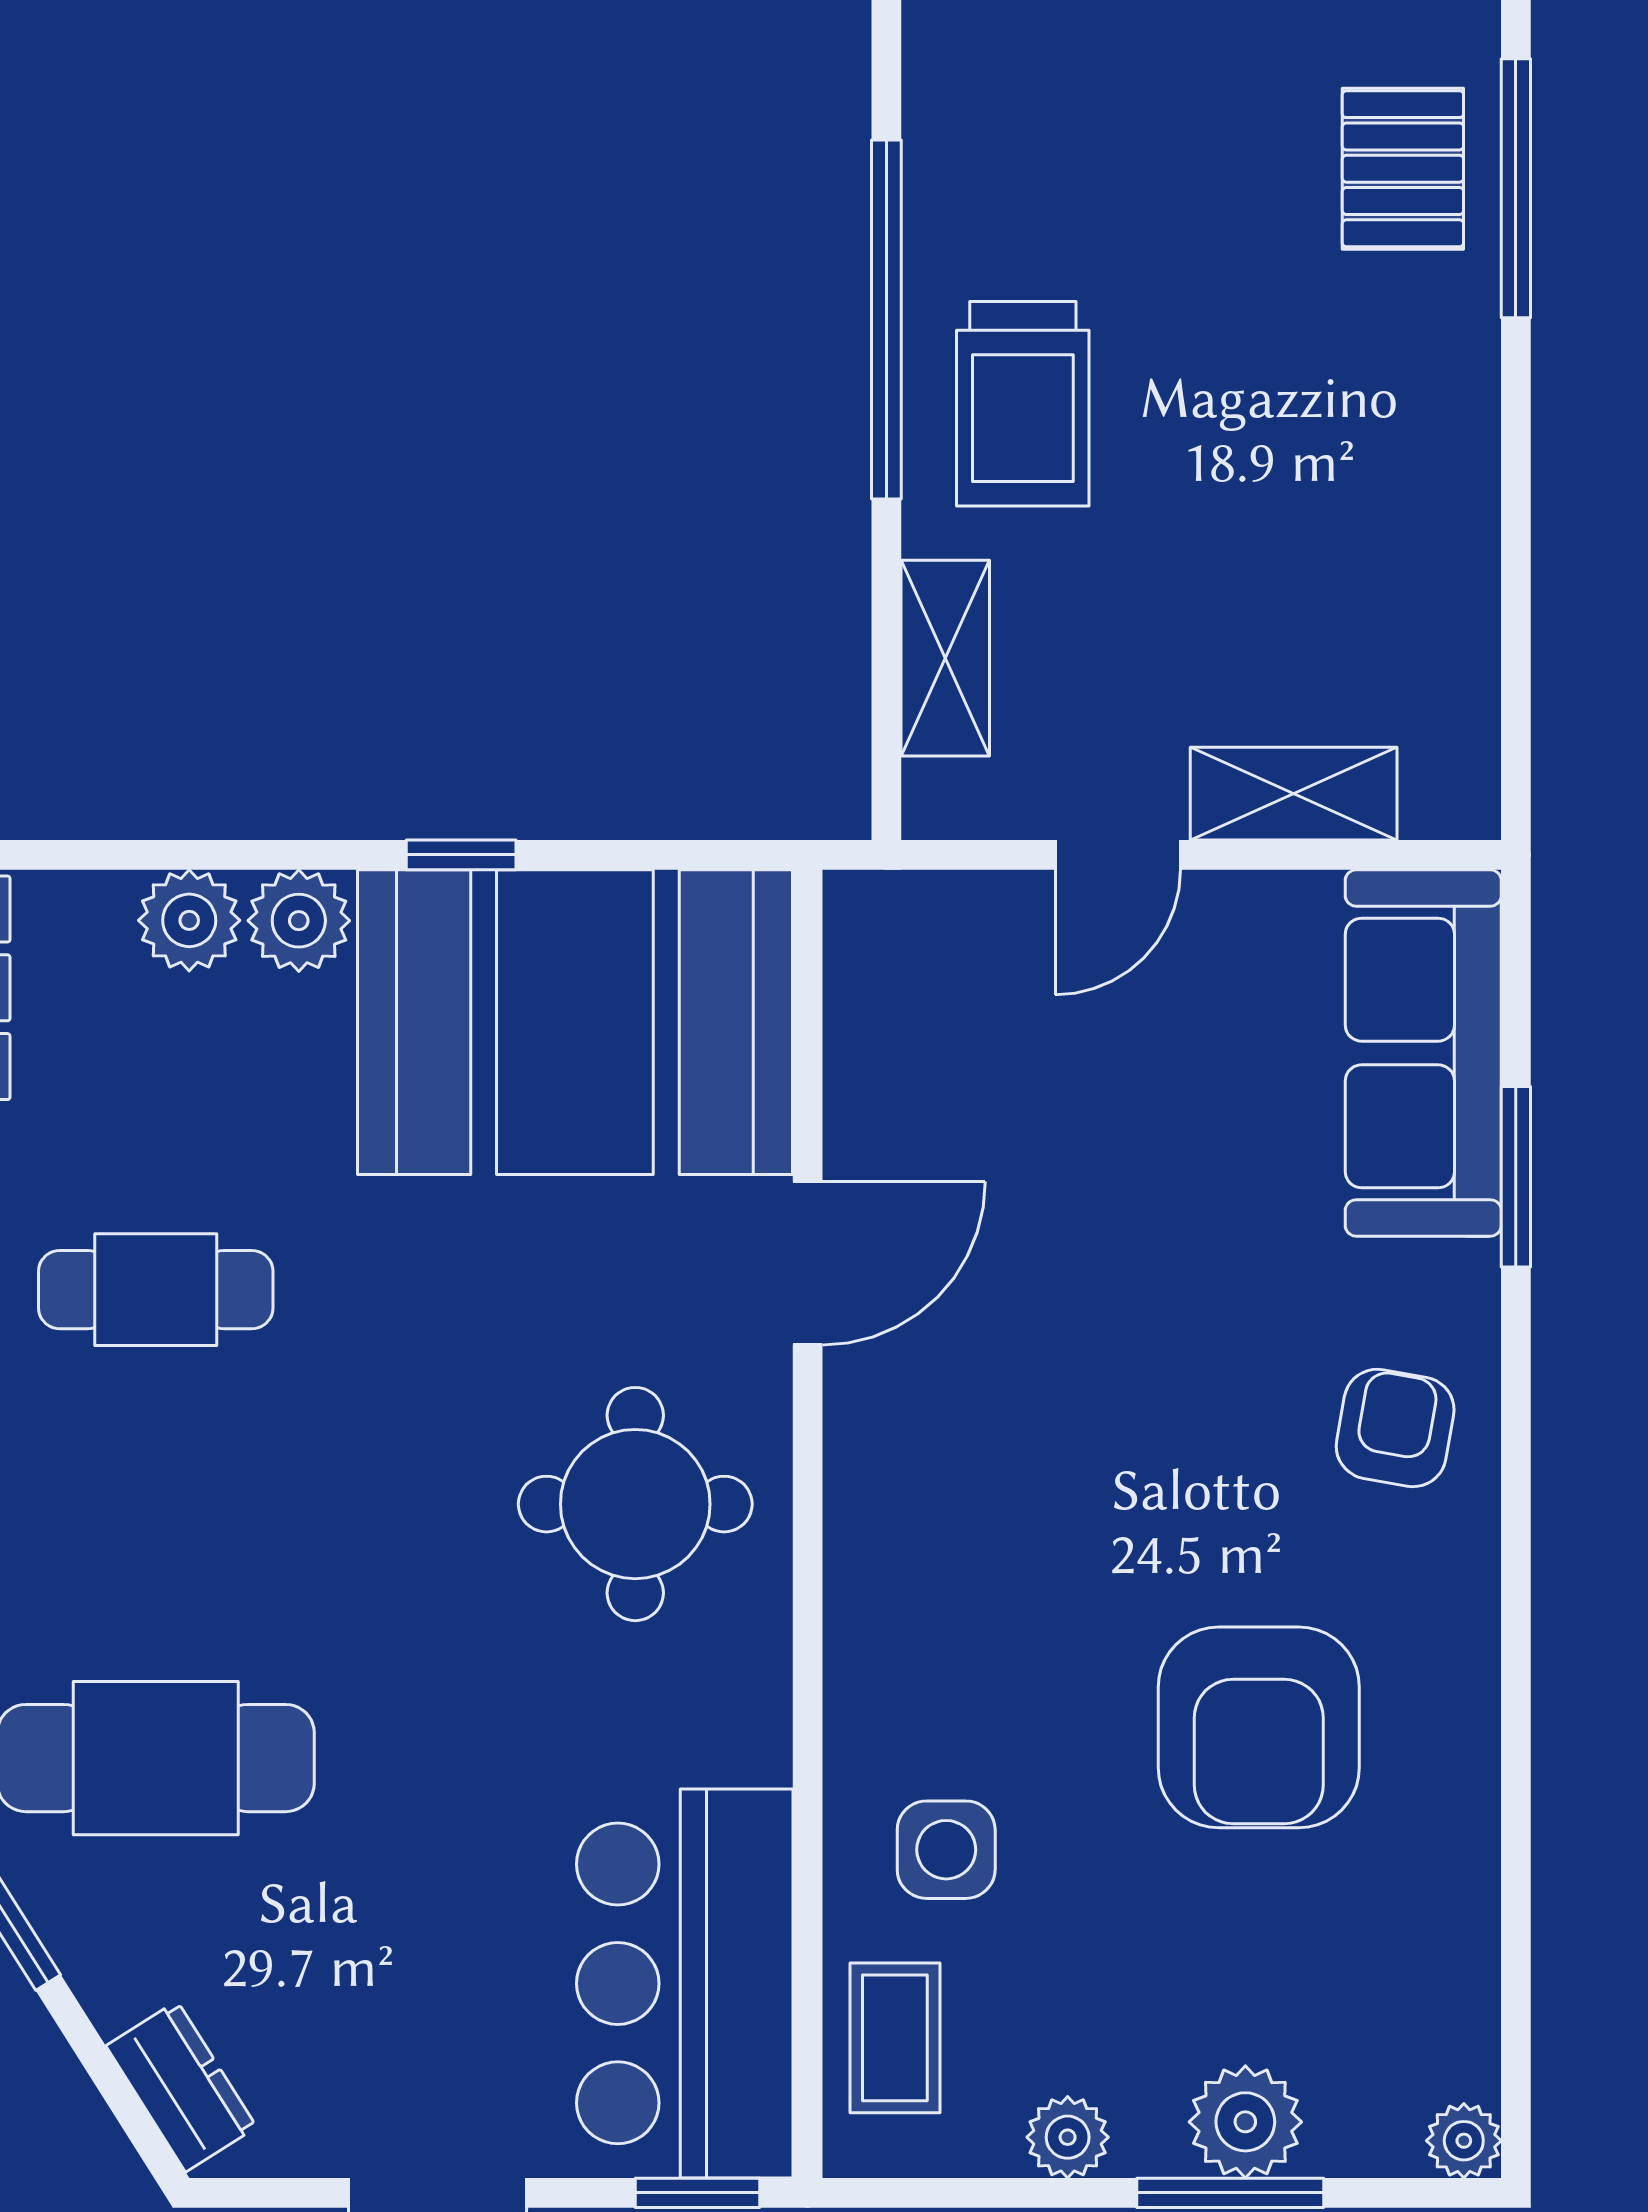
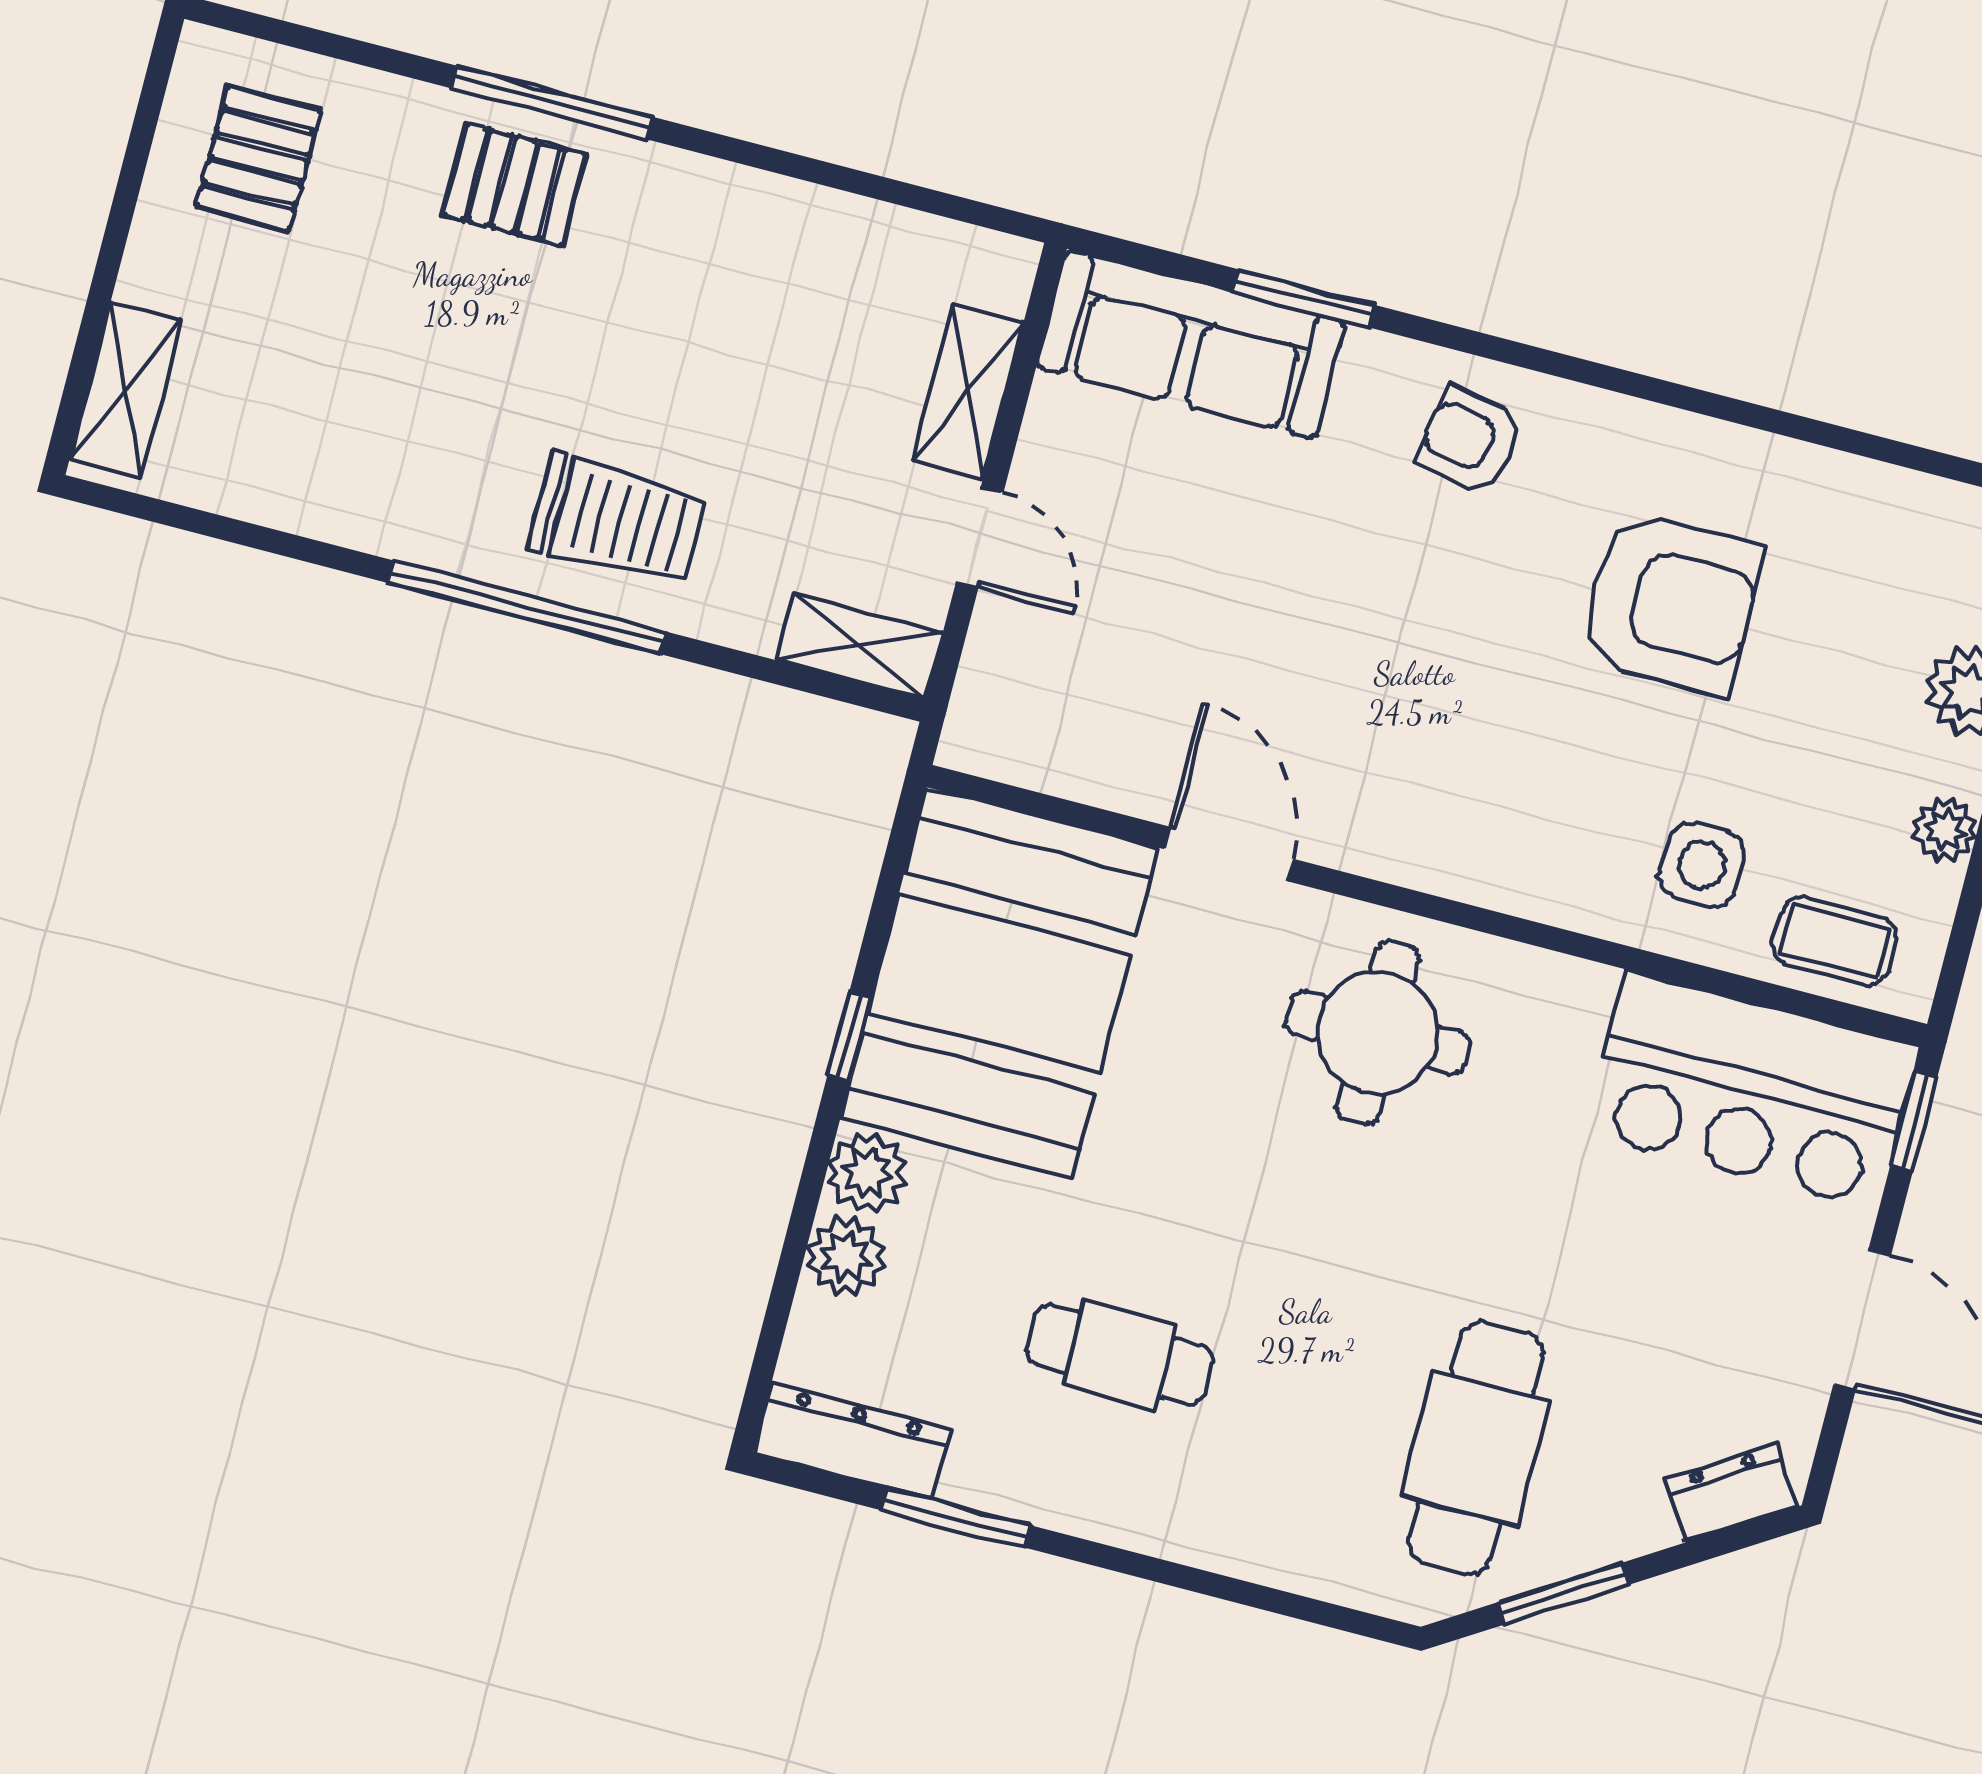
shelving: (945, 658) -> (860, 646), moved
cafe table: (156, 1290) -> (1120, 1355), turned 90

